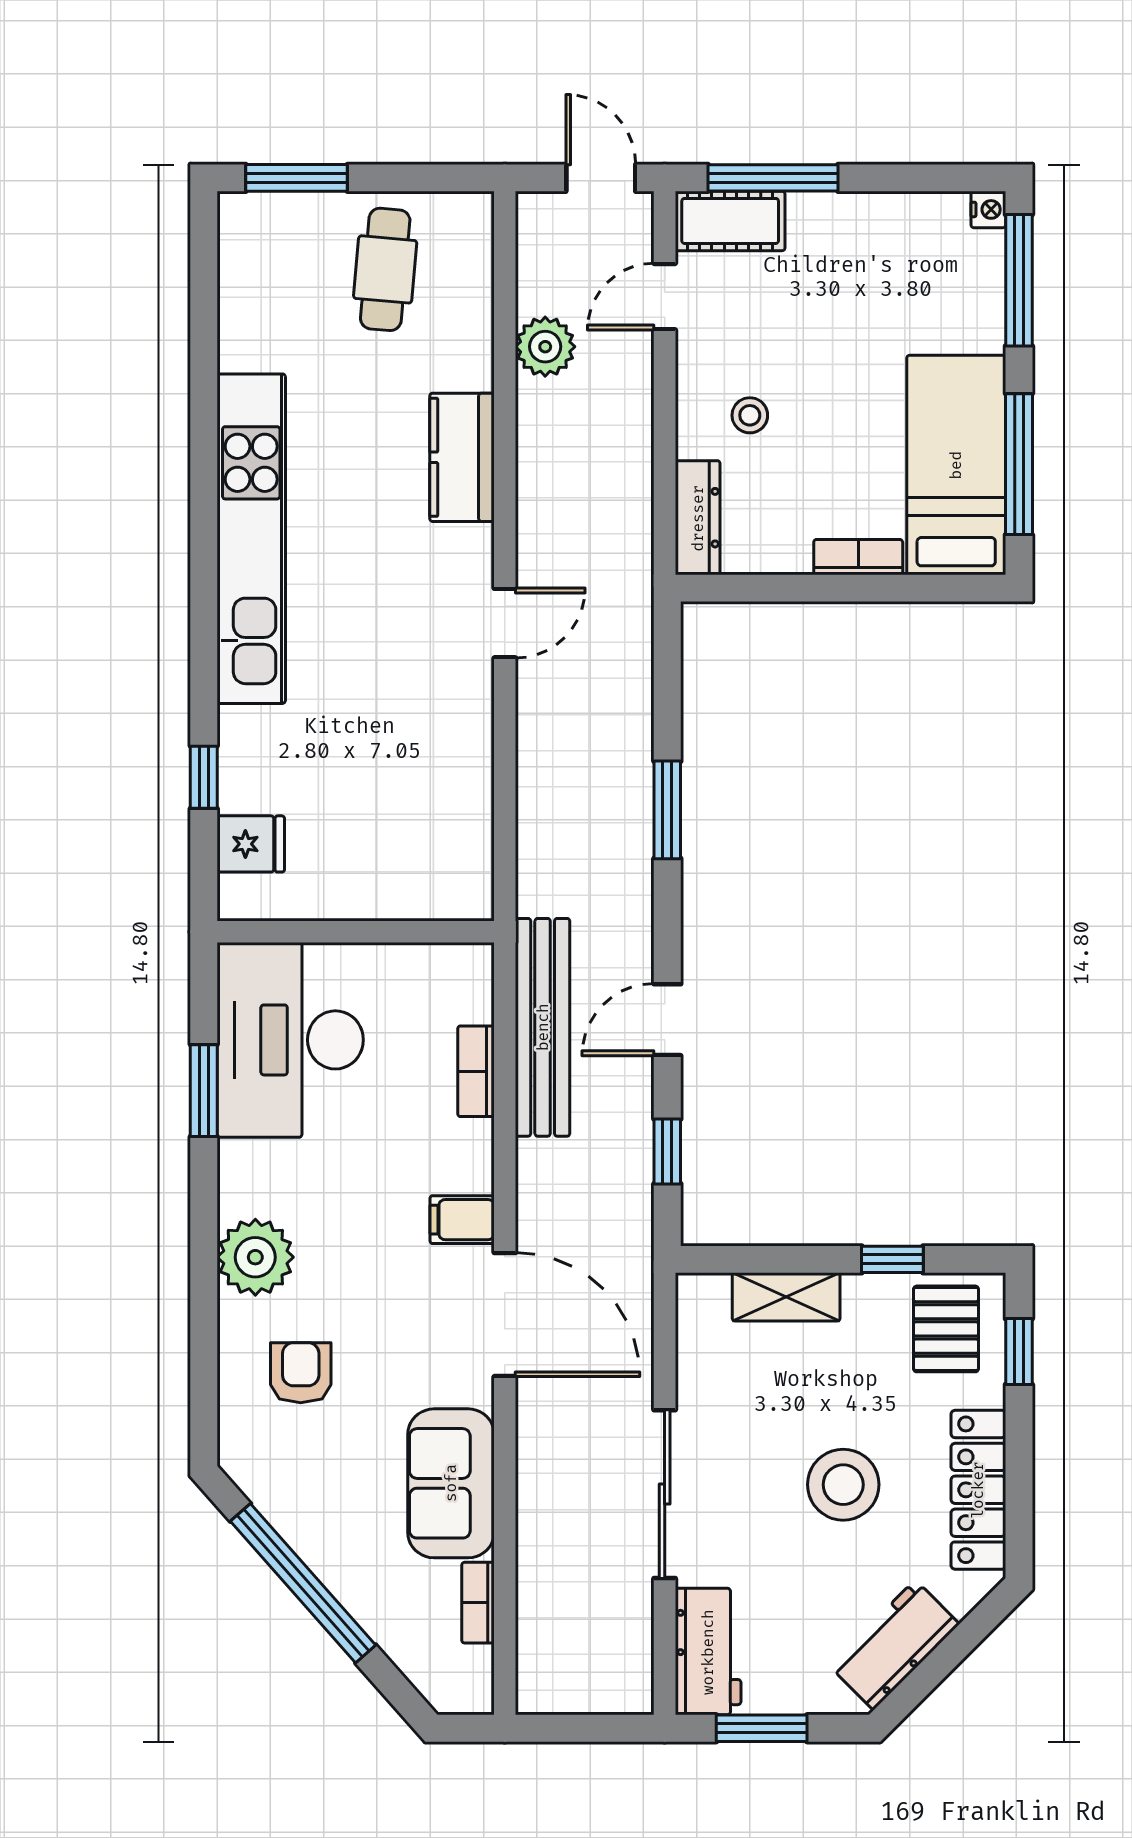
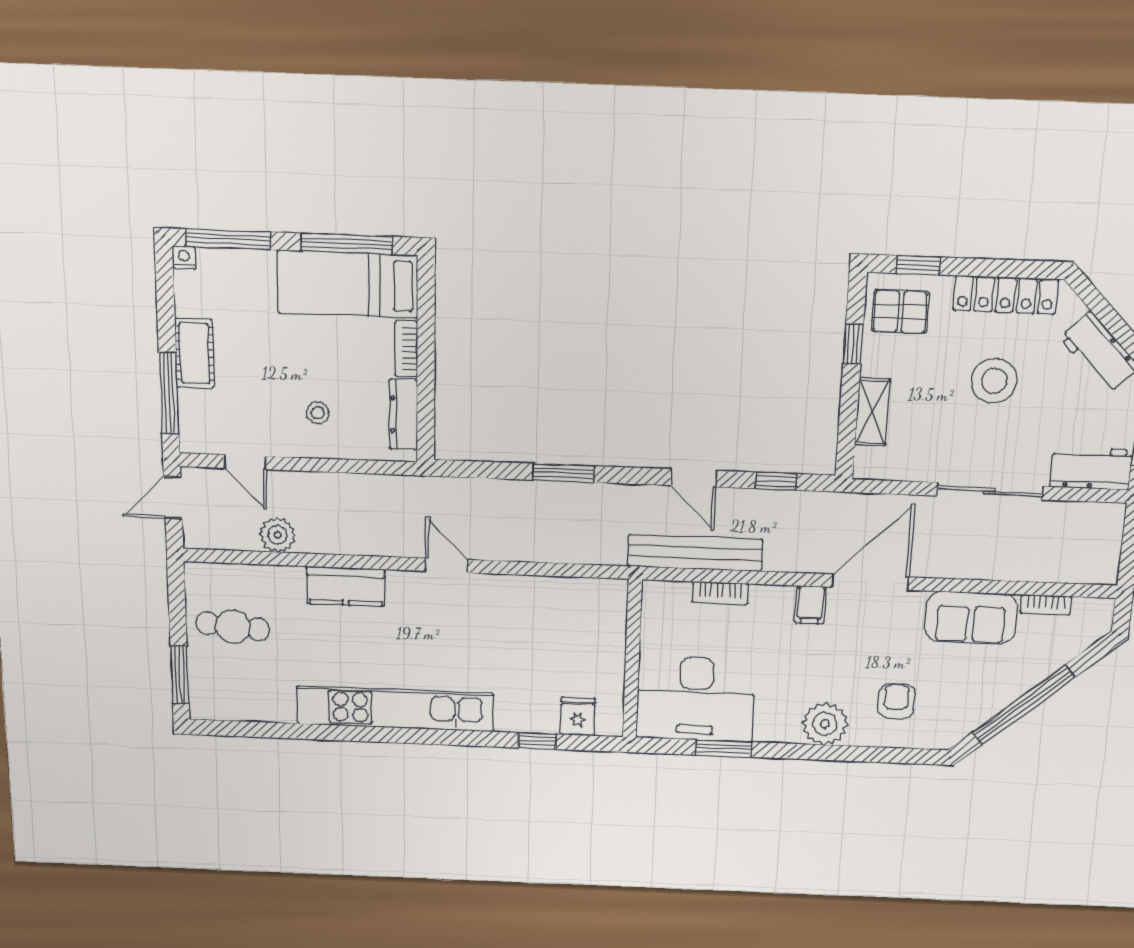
cot: (730, 221) -> (195, 353), moved
dresser: (698, 518) -> (403, 415), moved, turned -90
armchair: (301, 1373) -> (896, 701), turned 90

